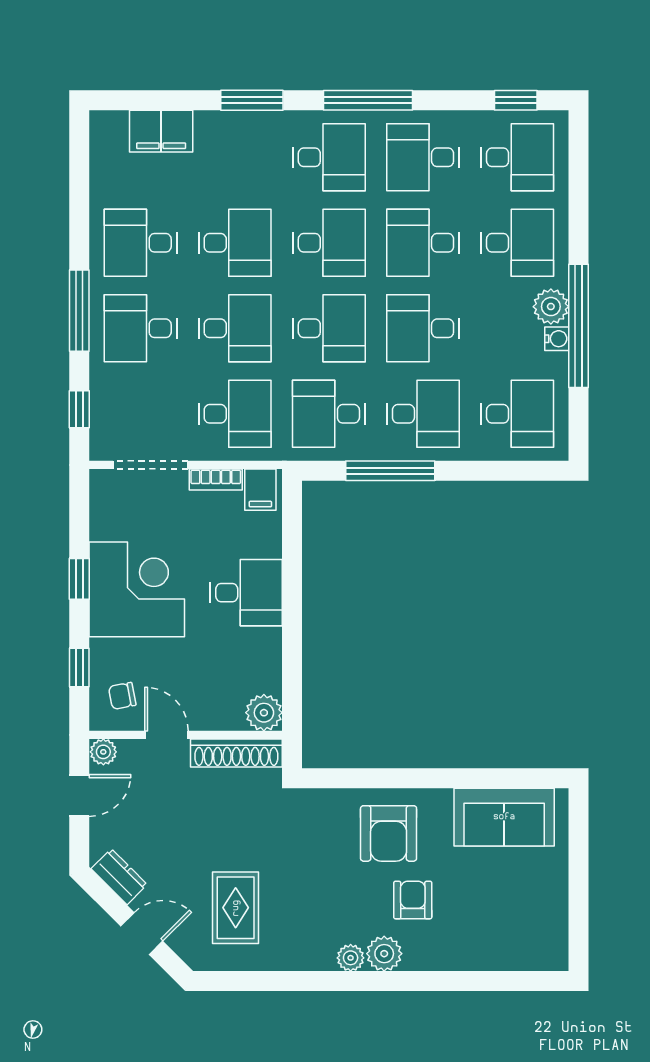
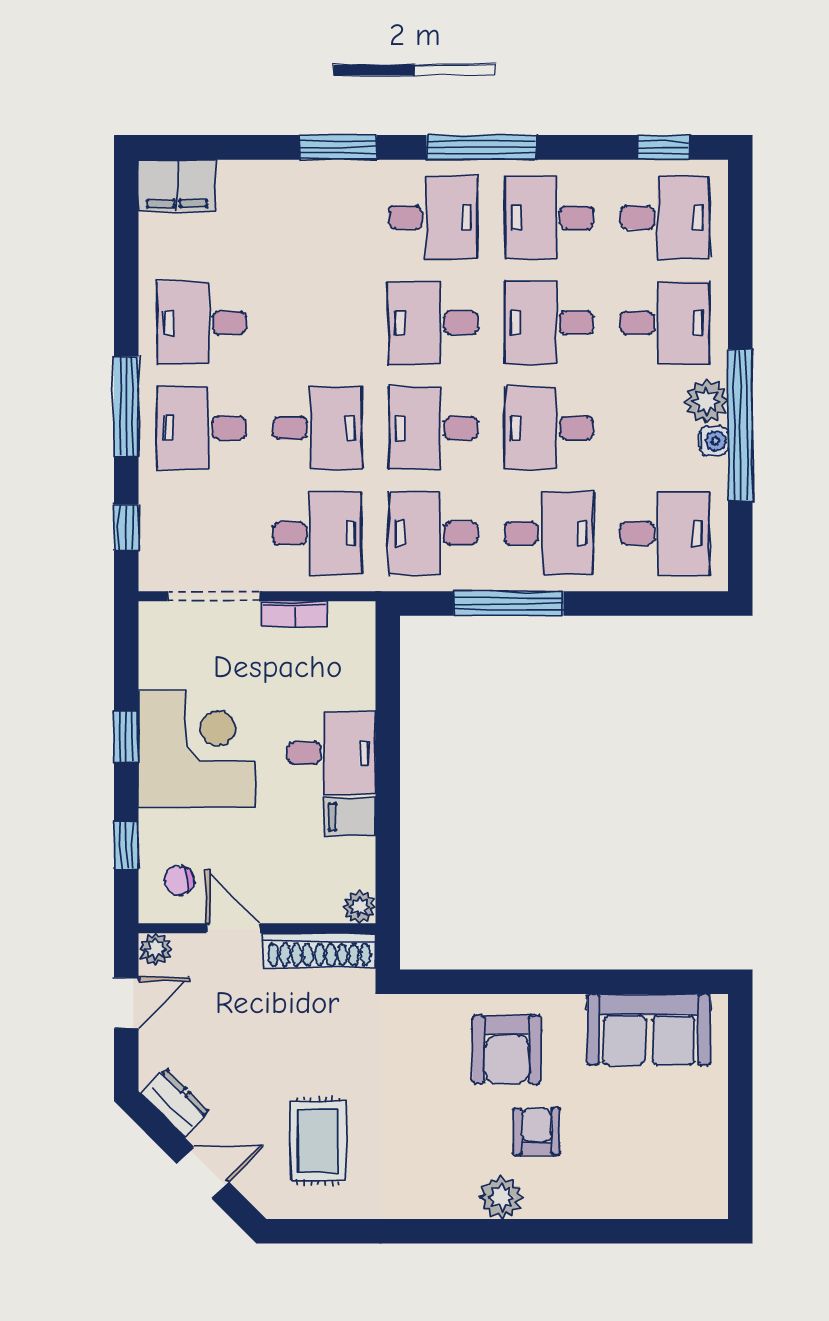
filing cabinet: (161, 131) -> (177, 185), moved
desk: (235, 243) -> (317, 323), removed
desk: (329, 243) -> (433, 323), turned 180
desk: (329, 328) -> (433, 428), turned 180
filing cabinet: (260, 490) -> (350, 817), moved, turned 90
plant: (264, 713) -> (359, 907), width x0.73, depth x0.73
plant: (351, 958) -> (460, 1203), removed

